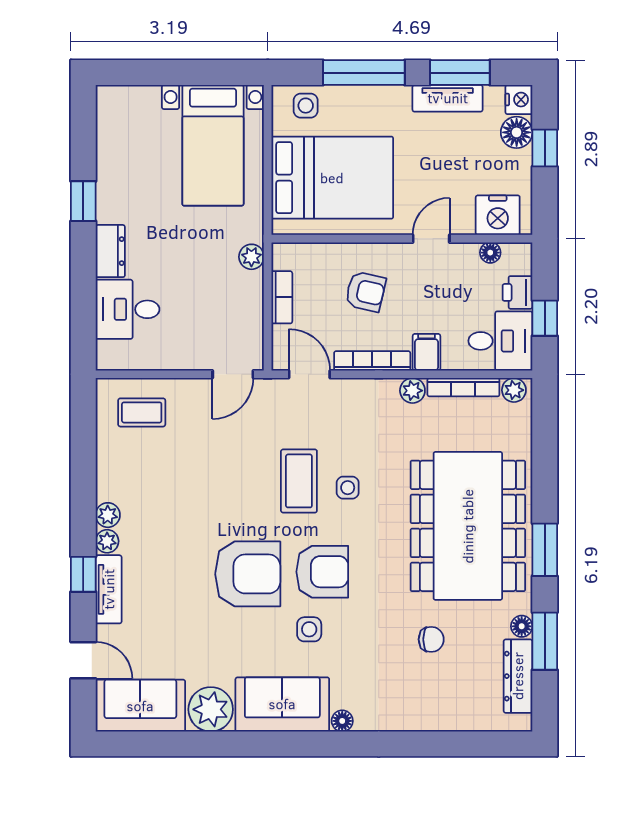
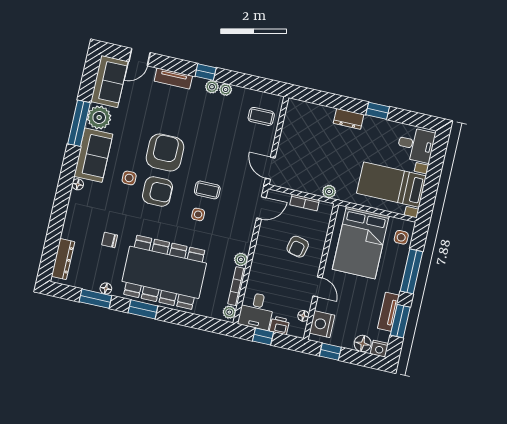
window: (545, 148) -> (330, 352), moved
desk: (127, 309) -> (416, 145), moved, turned 90
filing cabinet: (427, 352) -> (259, 271), removed
bookcase: (372, 361) -> (261, 242), removed
coffee table: (142, 412) -> (261, 116), turned 90
coffee table: (299, 481) -> (207, 190), width x0.73, depth x0.77
plant: (107, 541) -> (226, 89), moved
armchair: (322, 572) -> (157, 191), turned -90
window: (83, 574) -> (206, 72), moved
armchair: (248, 574) -> (165, 153), turned 180
chair: (431, 639) -> (110, 240), turned 90
dresser: (518, 676) -> (63, 259), moved, turned 90
window: (230, 744) -> (79, 123), added

